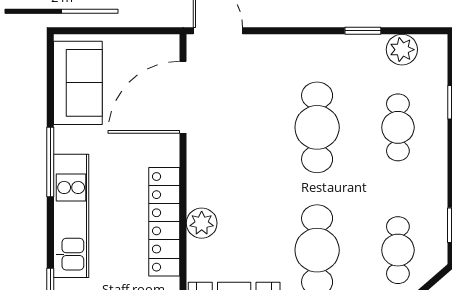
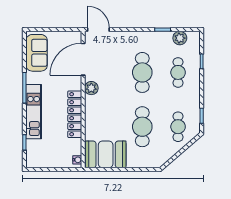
plant: (202, 223) -> (91, 88), moved

